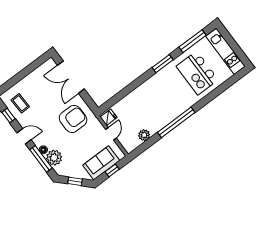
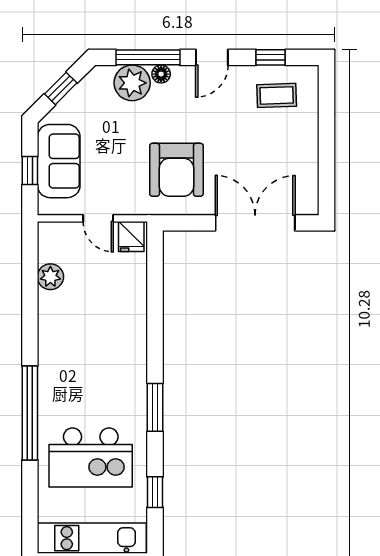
window: (192, 41) -> (155, 492), width x0.46
kitchen island: (197, 73) -> (91, 458), turned 180
window: (176, 122) -> (30, 413), moved

